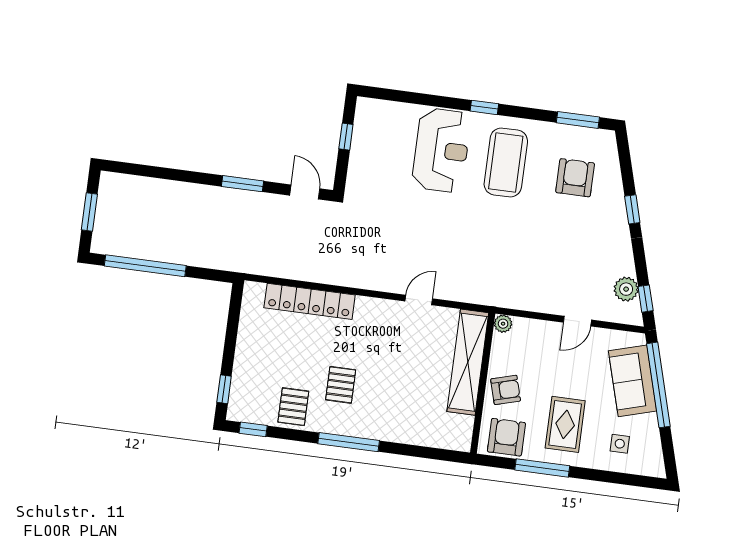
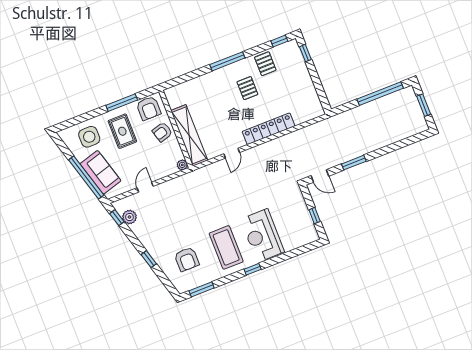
locker: (310, 301) -> (269, 129), moved
side table: (620, 444) -> (89, 137), width x1.87, depth x1.87

